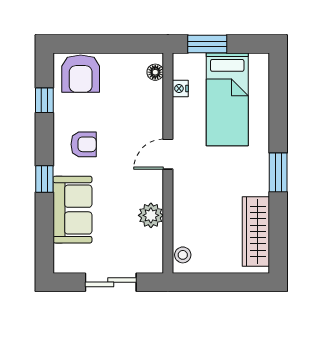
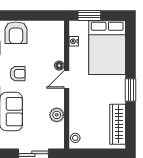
floor lamp: (155, 72) -> (59, 66), moved
bed: (227, 99) -> (107, 48), width x1.50

